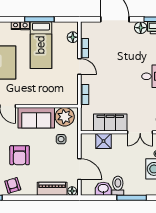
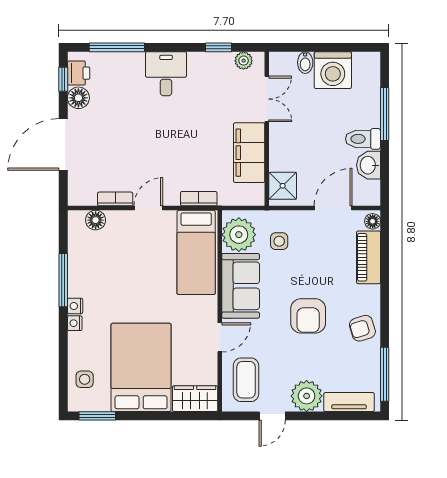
bed: (41, 45) -> (196, 252), moved, turned 90
shower: (103, 141) -> (283, 186), moved
armchair: (20, 155) -> (308, 316), turned 90

